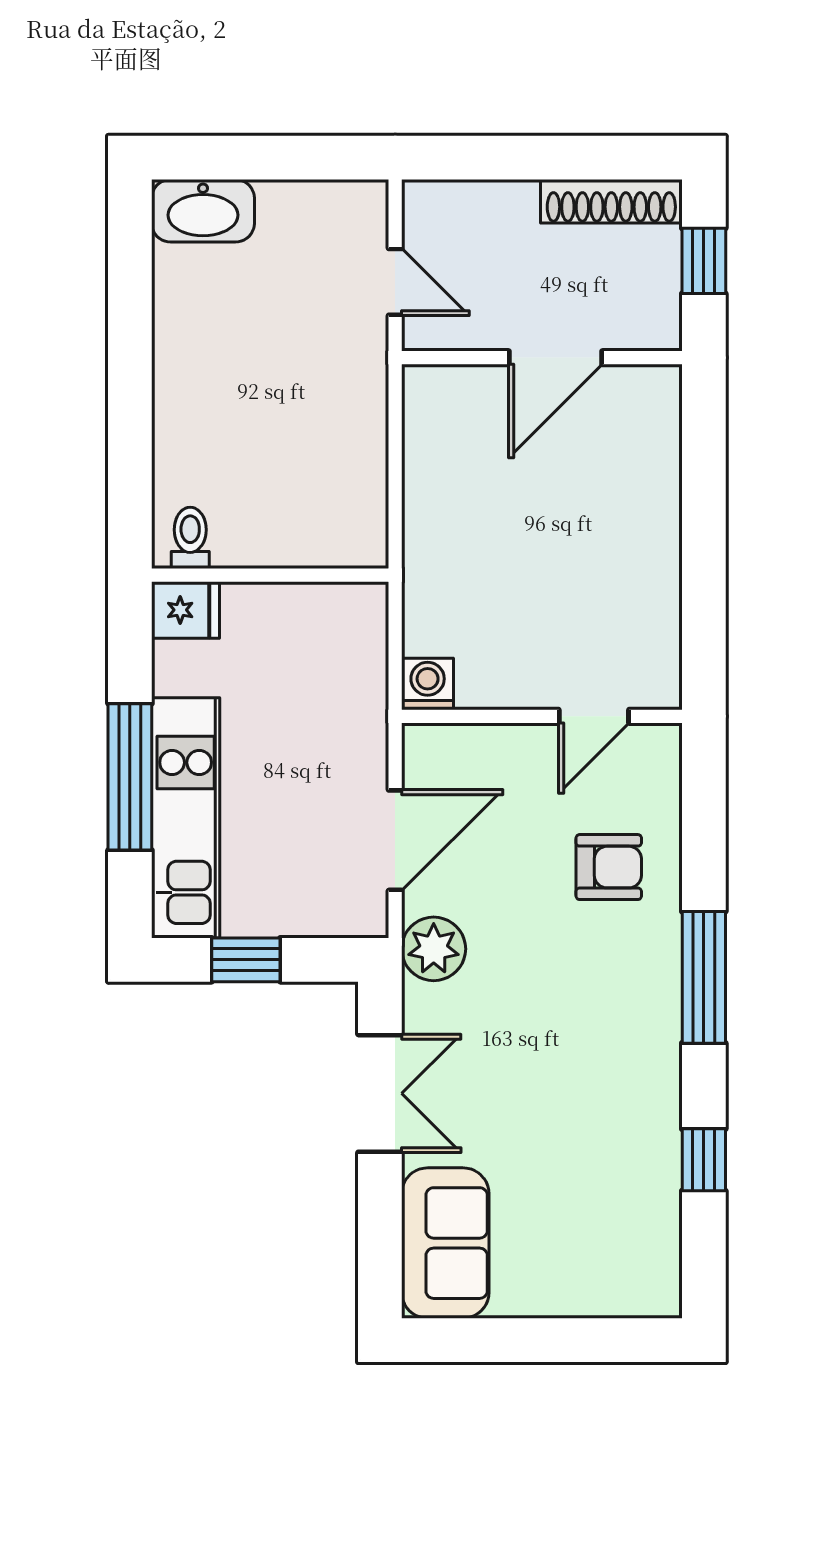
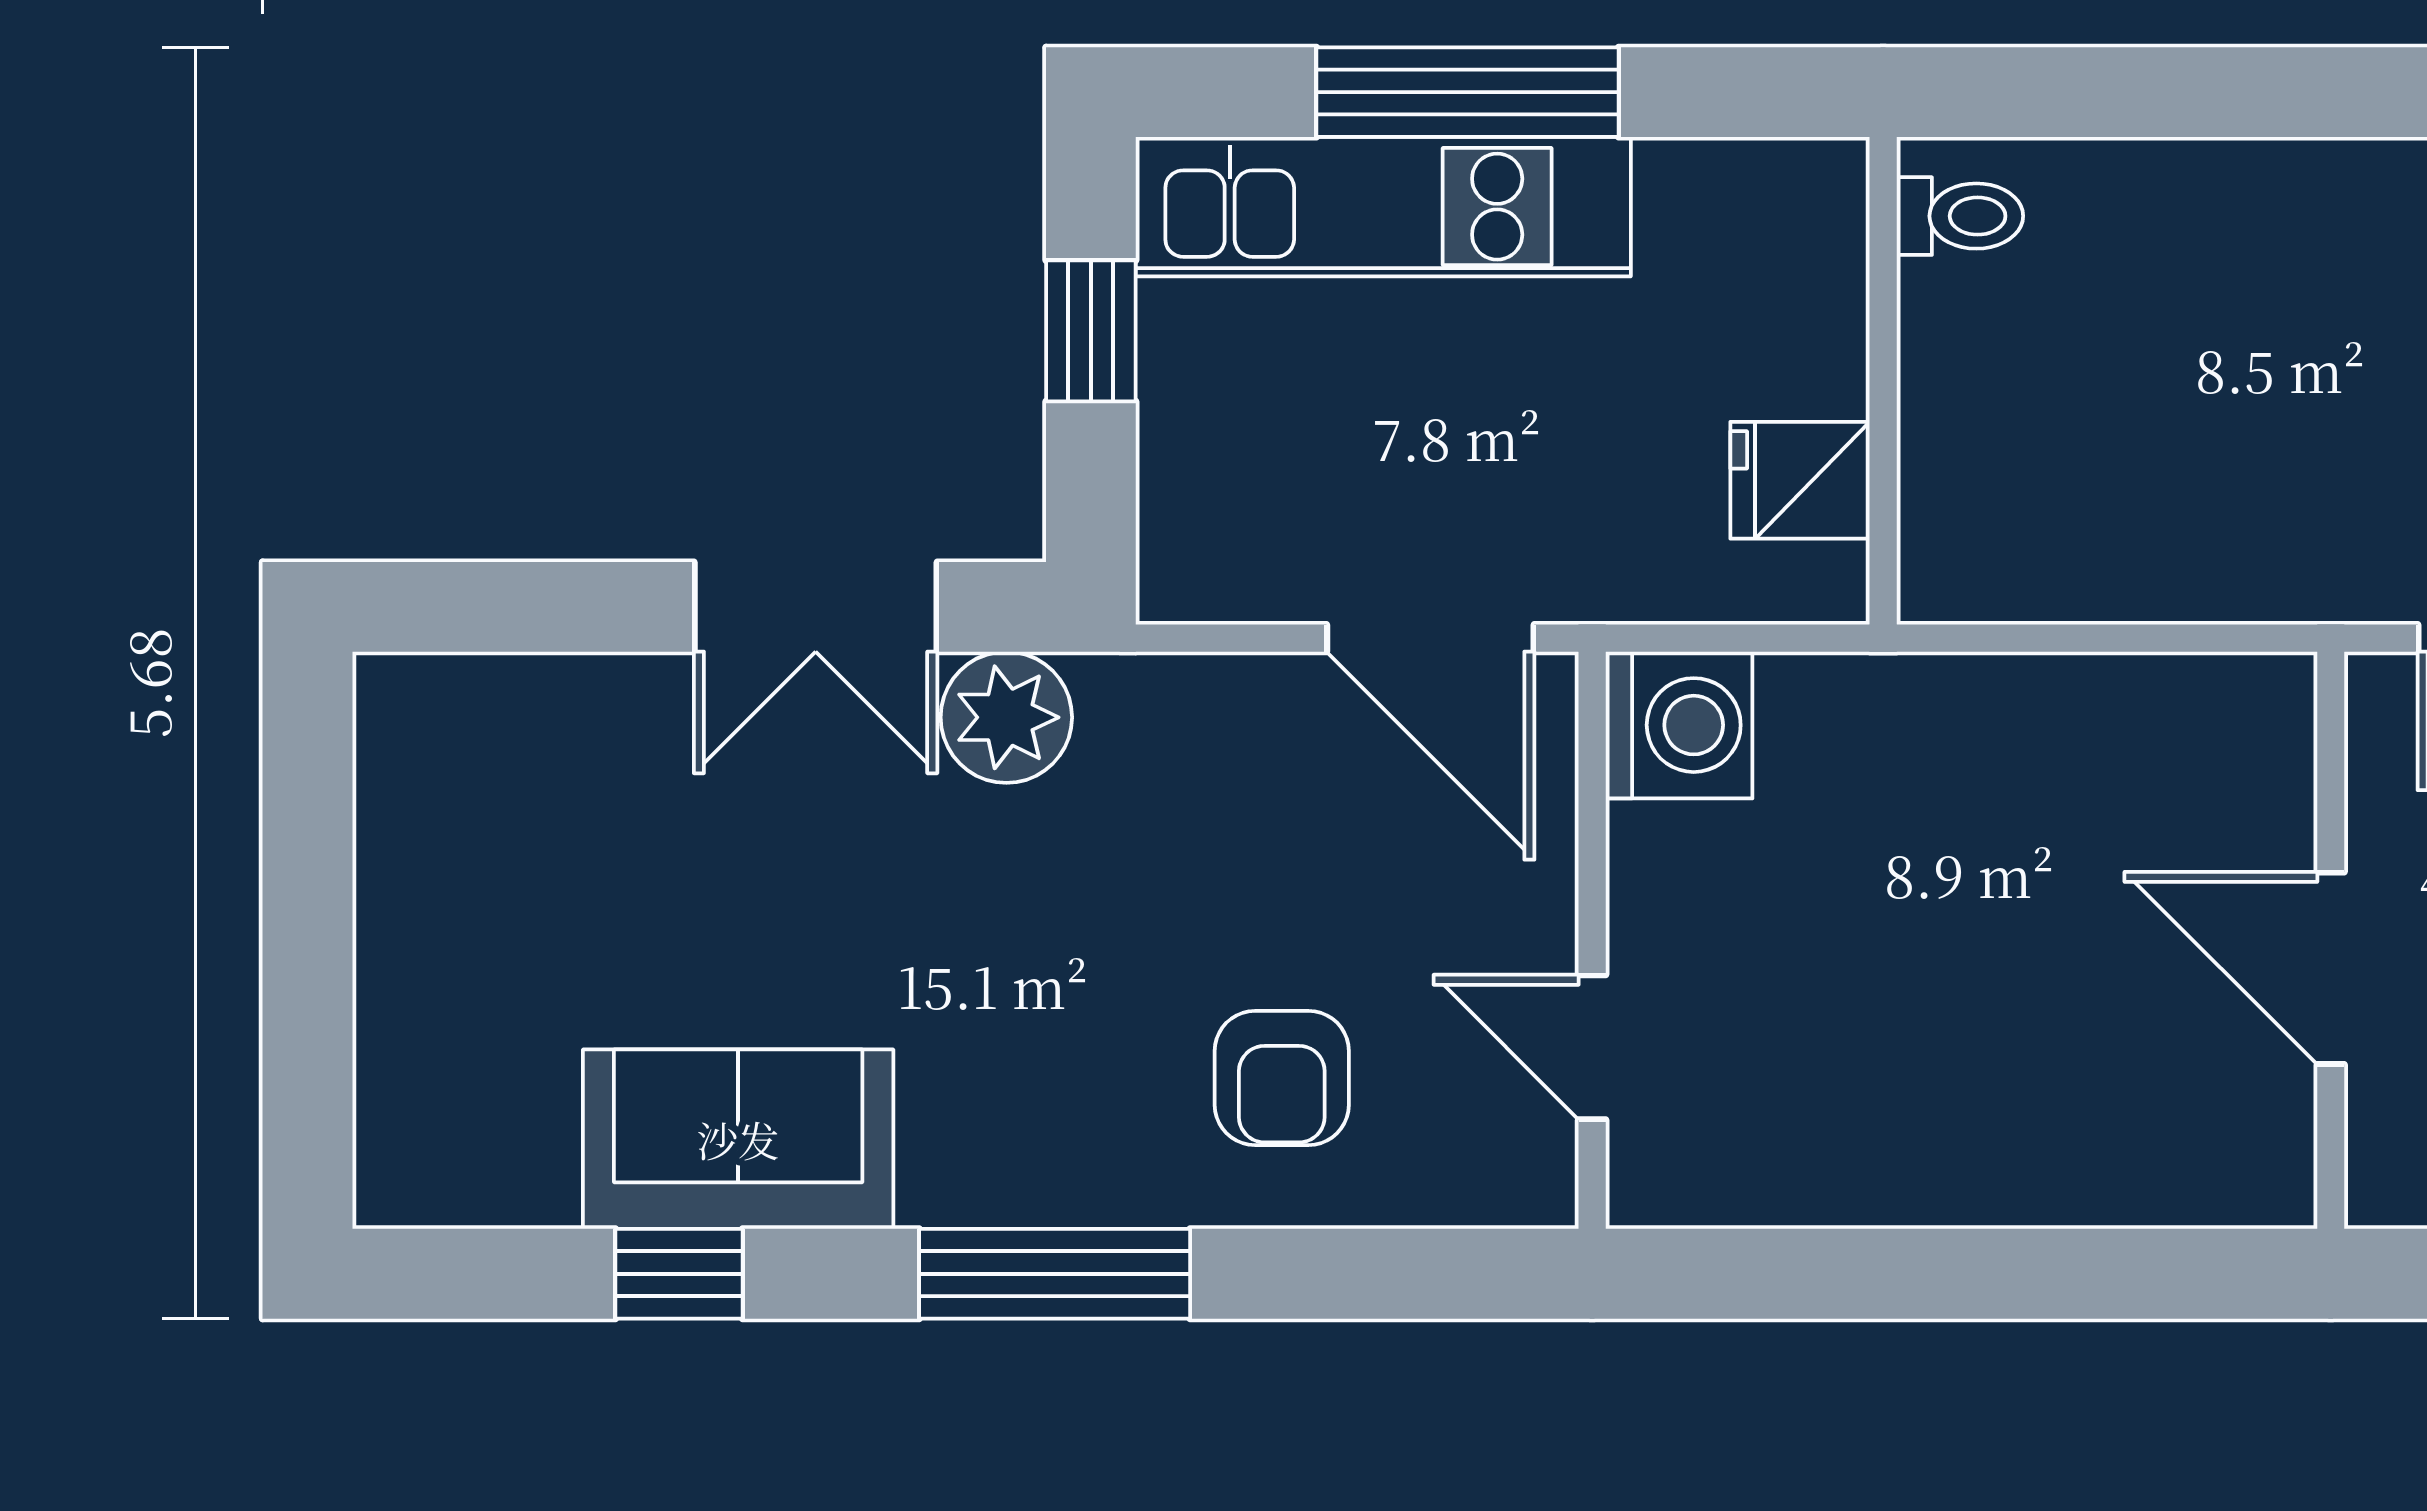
fridge: (186, 610) -> (1800, 480), moved, turned 90
washing machine: (428, 684) -> (1679, 725), width x1.38, depth x1.38
door: (395, 840) -> (1430, 638), moved
plant: (434, 949) -> (1006, 717), moved
sofa: (445, 1243) -> (738, 1139), moved, turned 180

